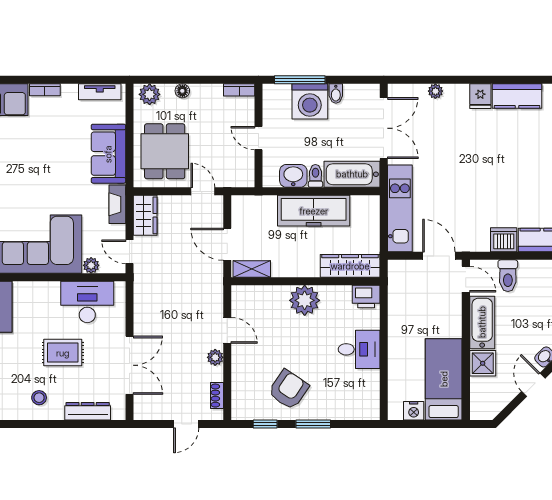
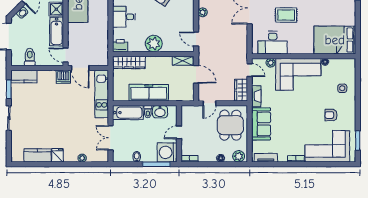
washing machine: (310, 101) -> (167, 152), moved, turned -90
double door: (384, 128) -> (110, 138), width x0.73
door: (259, 138) -> (179, 132), swing flipped
door: (203, 191) -> (209, 103), hinge flipped
dishwasher: (504, 240) -> (63, 77), moved
toilet: (508, 276) -> (30, 57), moved
door: (227, 330) -> (196, 39), moved

